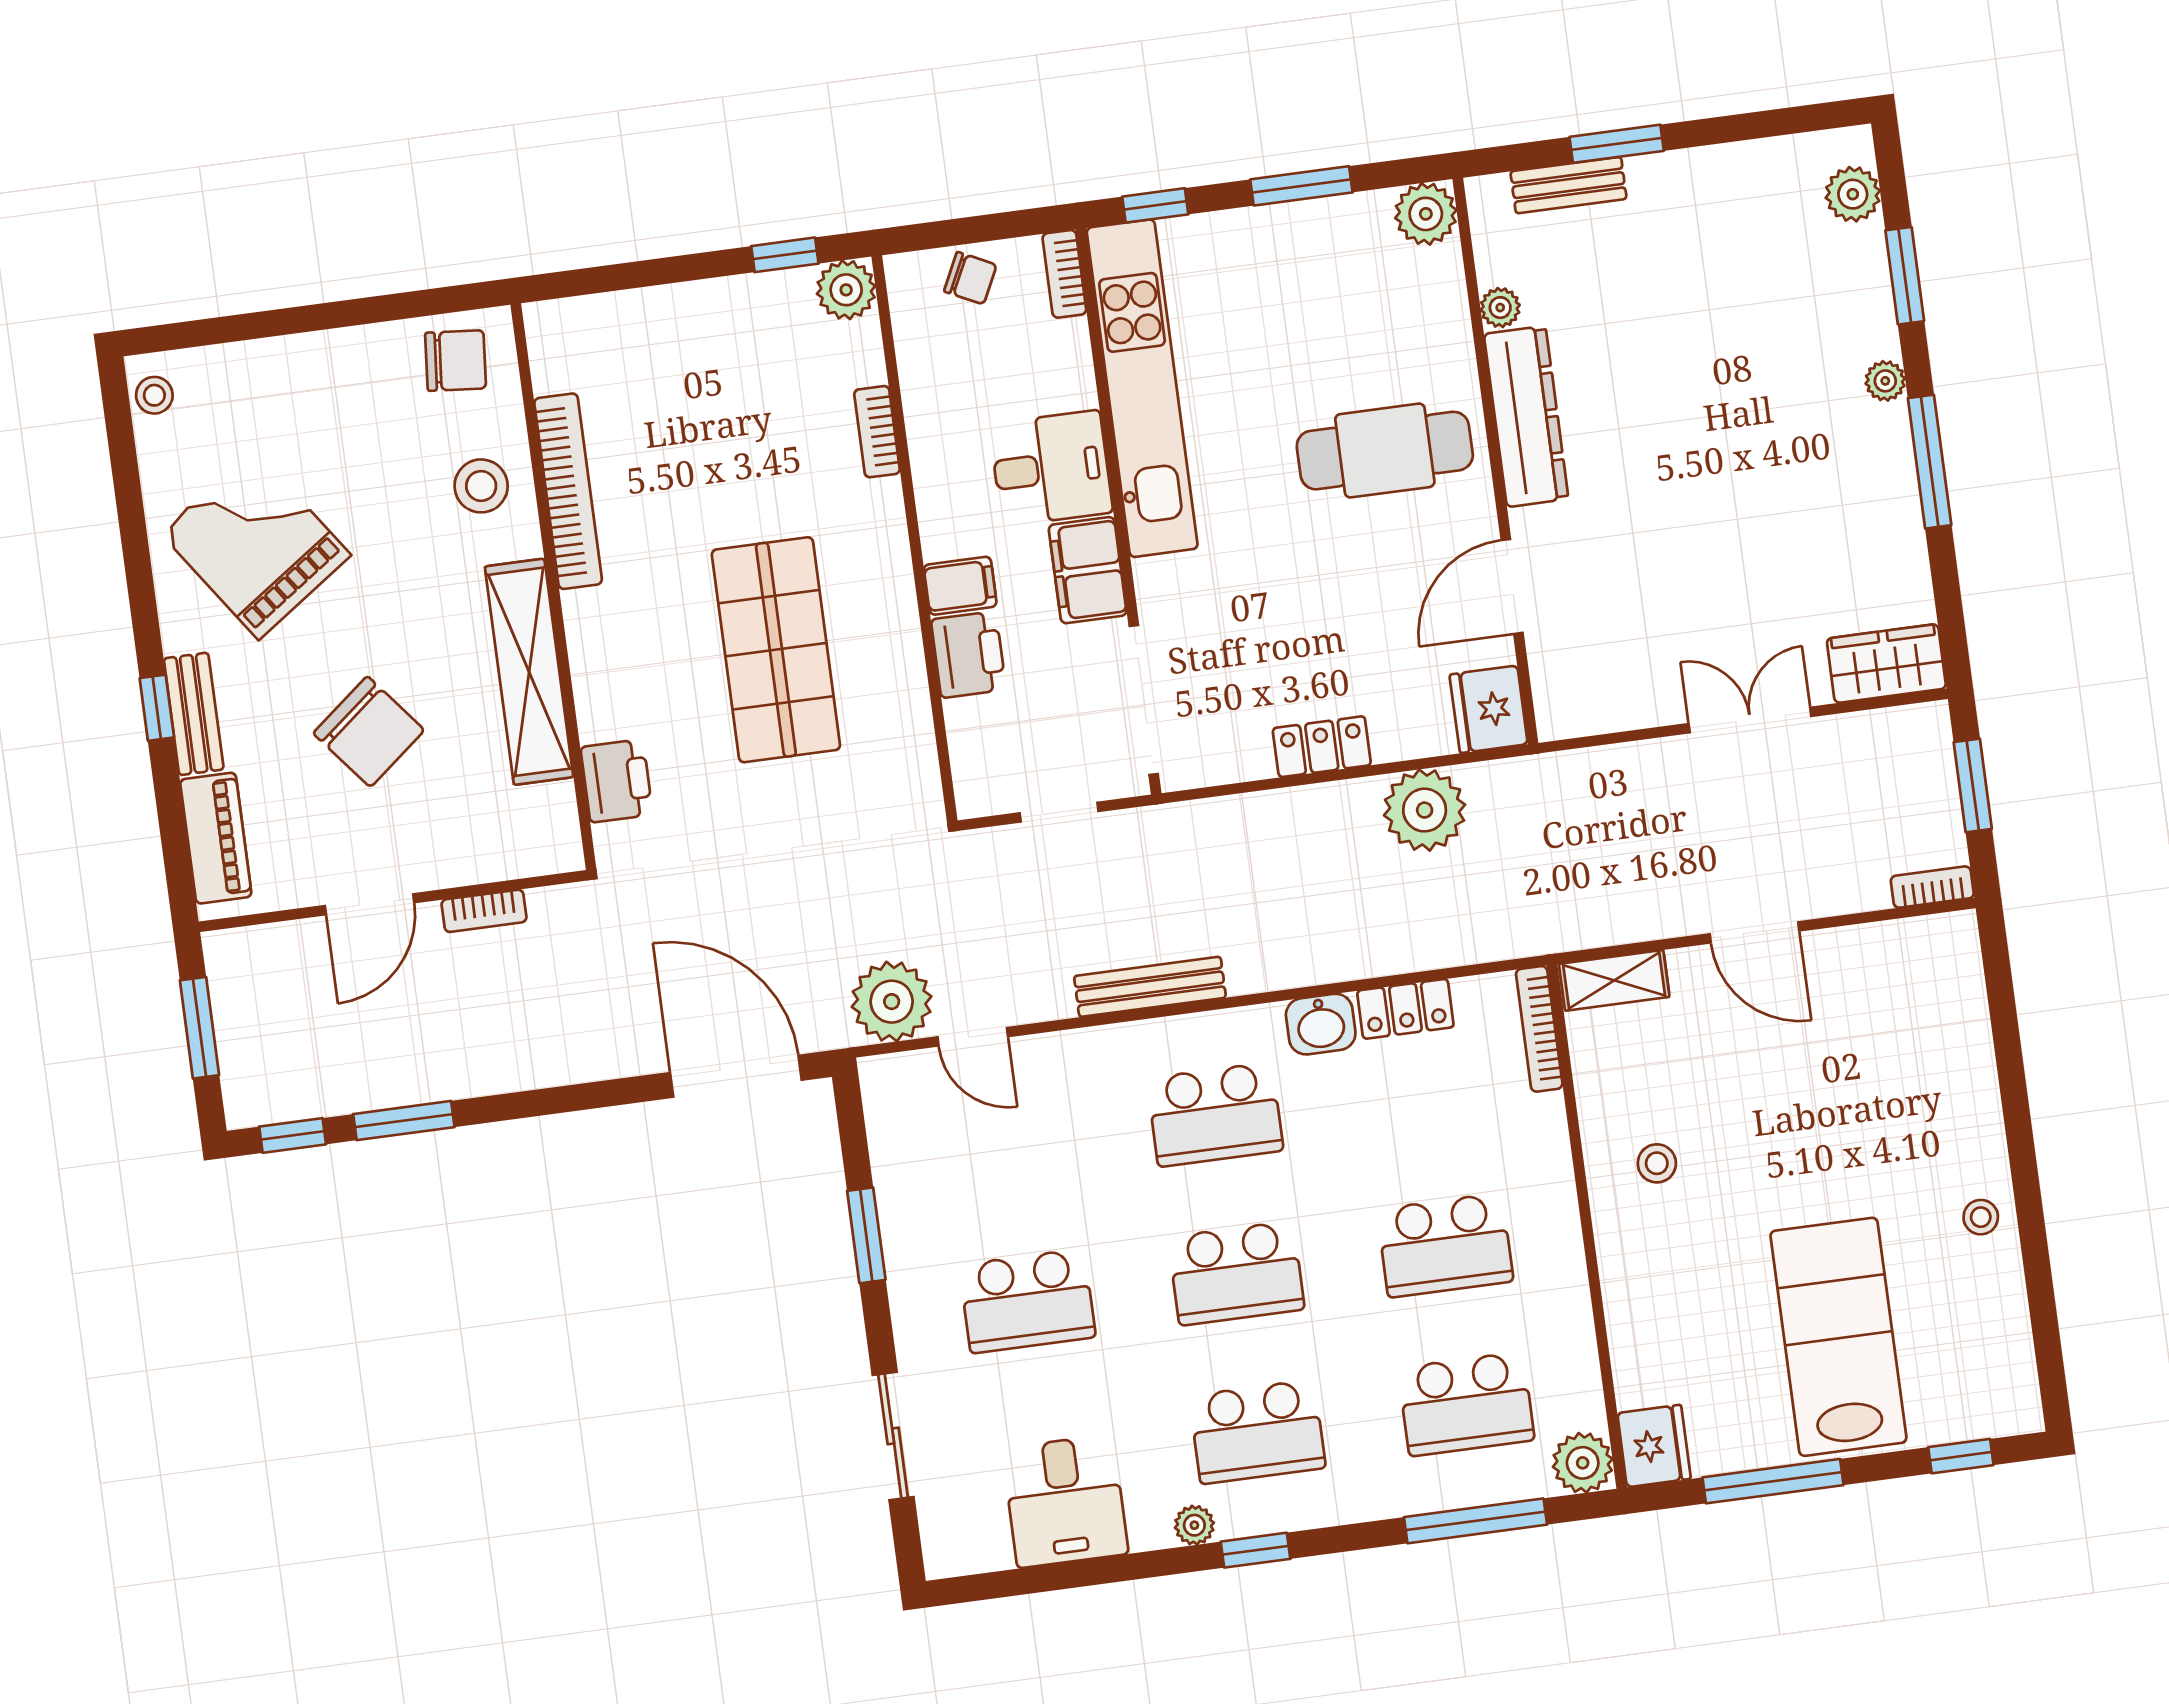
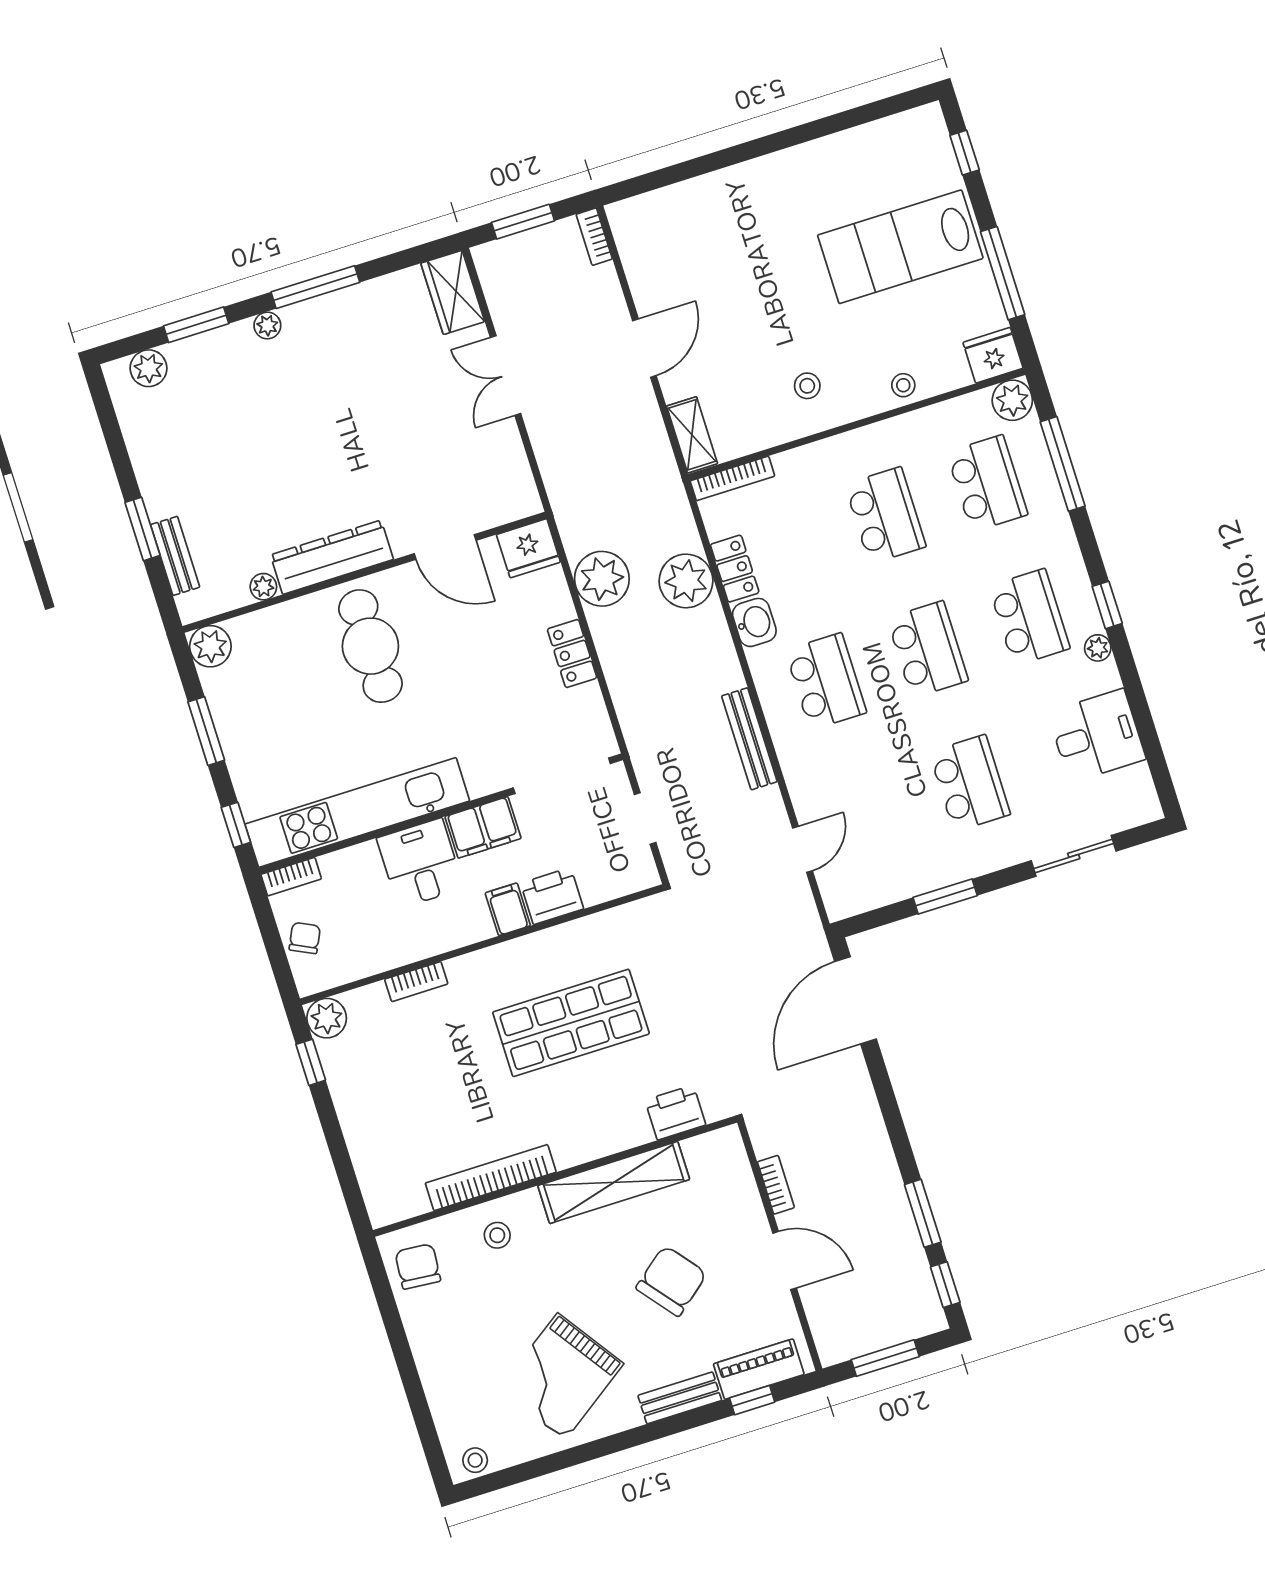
stool: (481, 486) -> (497, 1235), width x0.73, depth x0.73
window: (157, 708) -> (752, 1400), moved
plant: (892, 1002) -> (686, 581), moved
stool: (1981, 1217) -> (903, 385), moved

